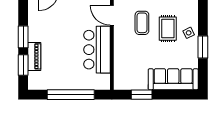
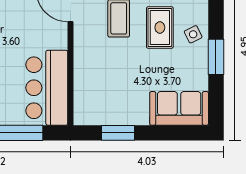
bar counter: (97, 50) -> (47, 88), moved
sofa: (173, 79) -> (179, 108), width x0.73

